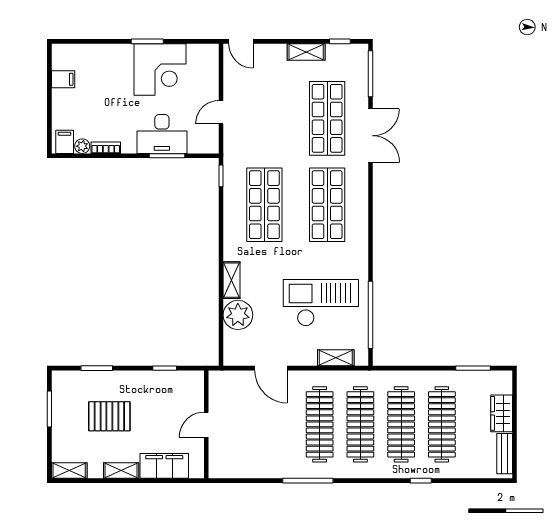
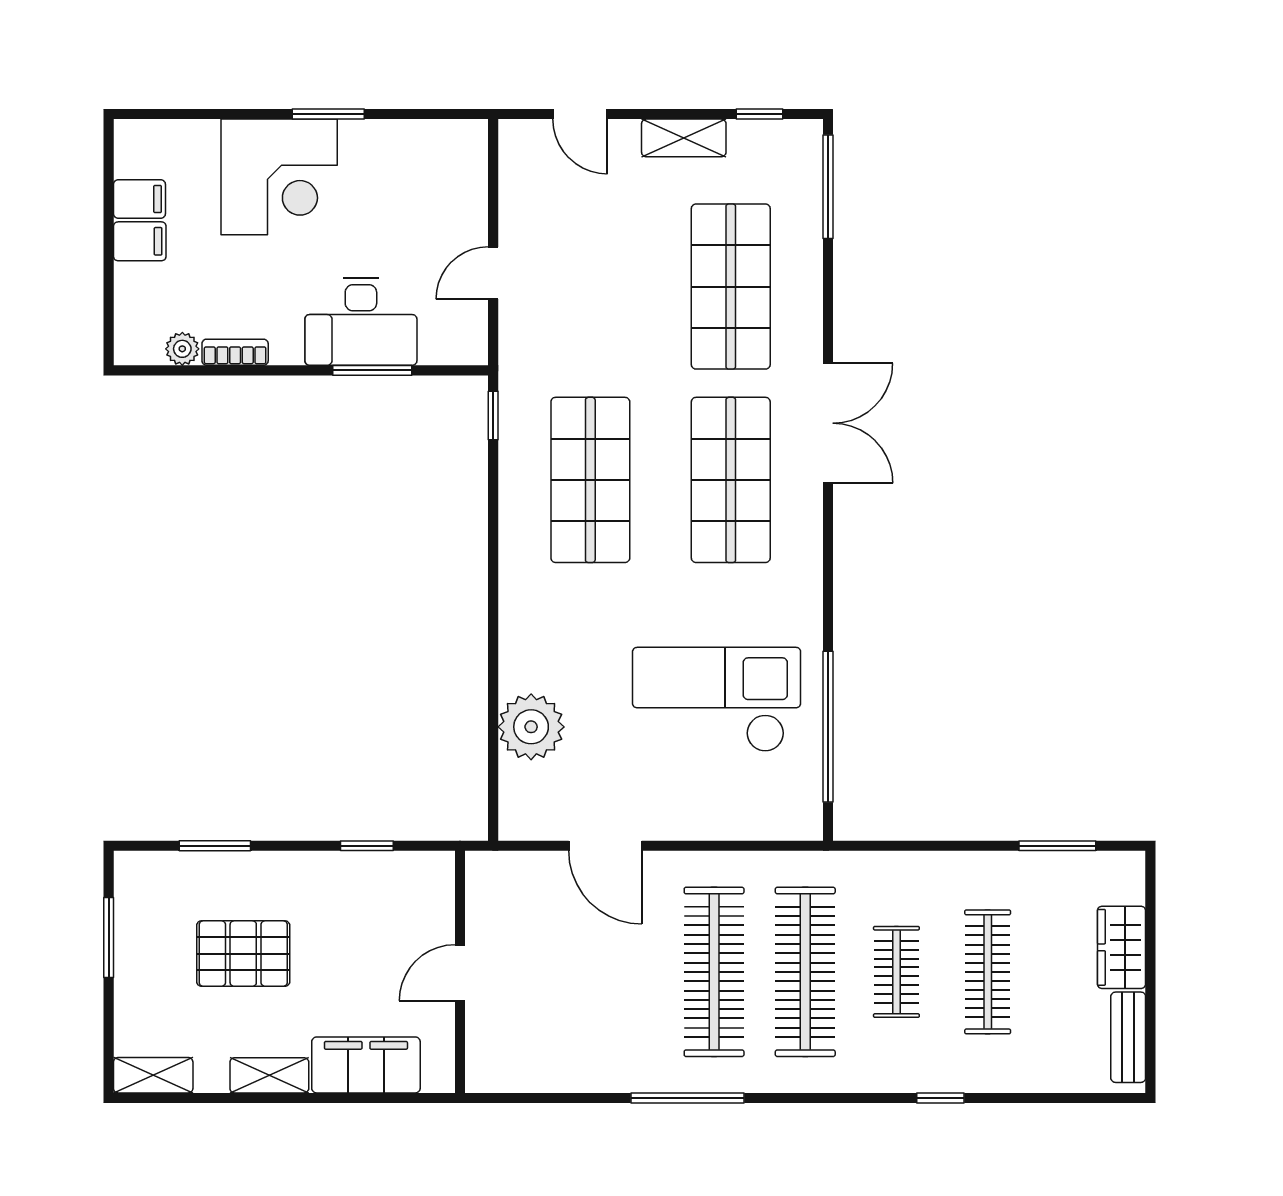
door: (241, 41) -> (580, 114), moved
corner desk: (160, 69) -> (279, 177), moved
double door: (371, 136) -> (828, 423), moved
filing cabinet: (65, 142) -> (140, 241), moved, turned 90
shelving: (232, 280) -> (517, 649), removed
shelving: (336, 358) -> (750, 823), removed
clothes rail: (401, 424) -> (896, 972), width x0.54, depth x0.76
clothes rail: (442, 424) -> (988, 972), width x0.73, depth x0.76

